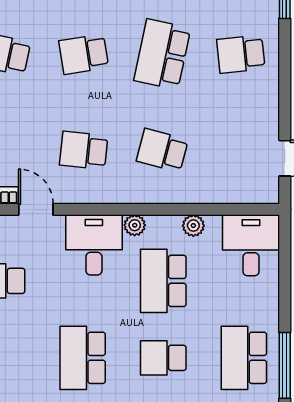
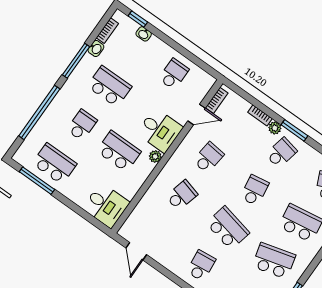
plant: (193, 226) -> (135, 185), removed

